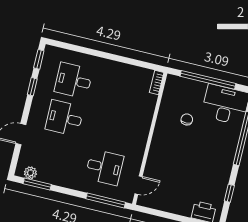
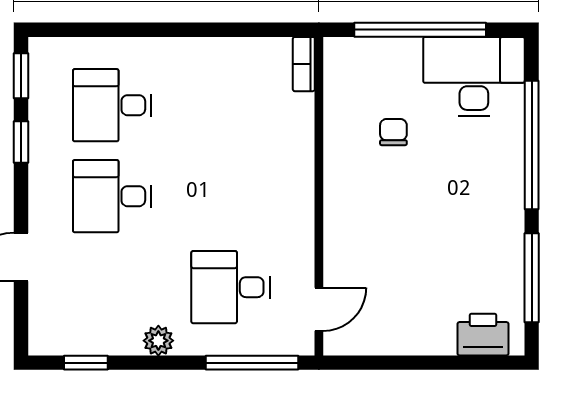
desk: (104, 167) -> (231, 287), turned 180
plant: (30, 173) -> (158, 341), moved
window: (37, 184) -> (86, 363), width x0.67
window: (229, 193) -> (532, 278), width x2.17

